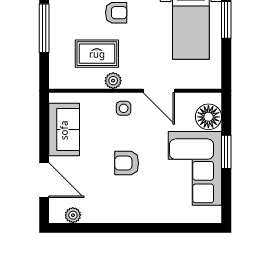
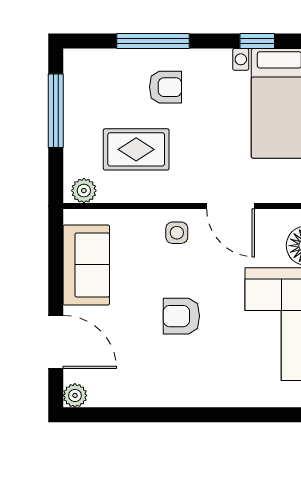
plant: (113, 81) -> (84, 191), moved
plant: (73, 215) -> (75, 395), moved

